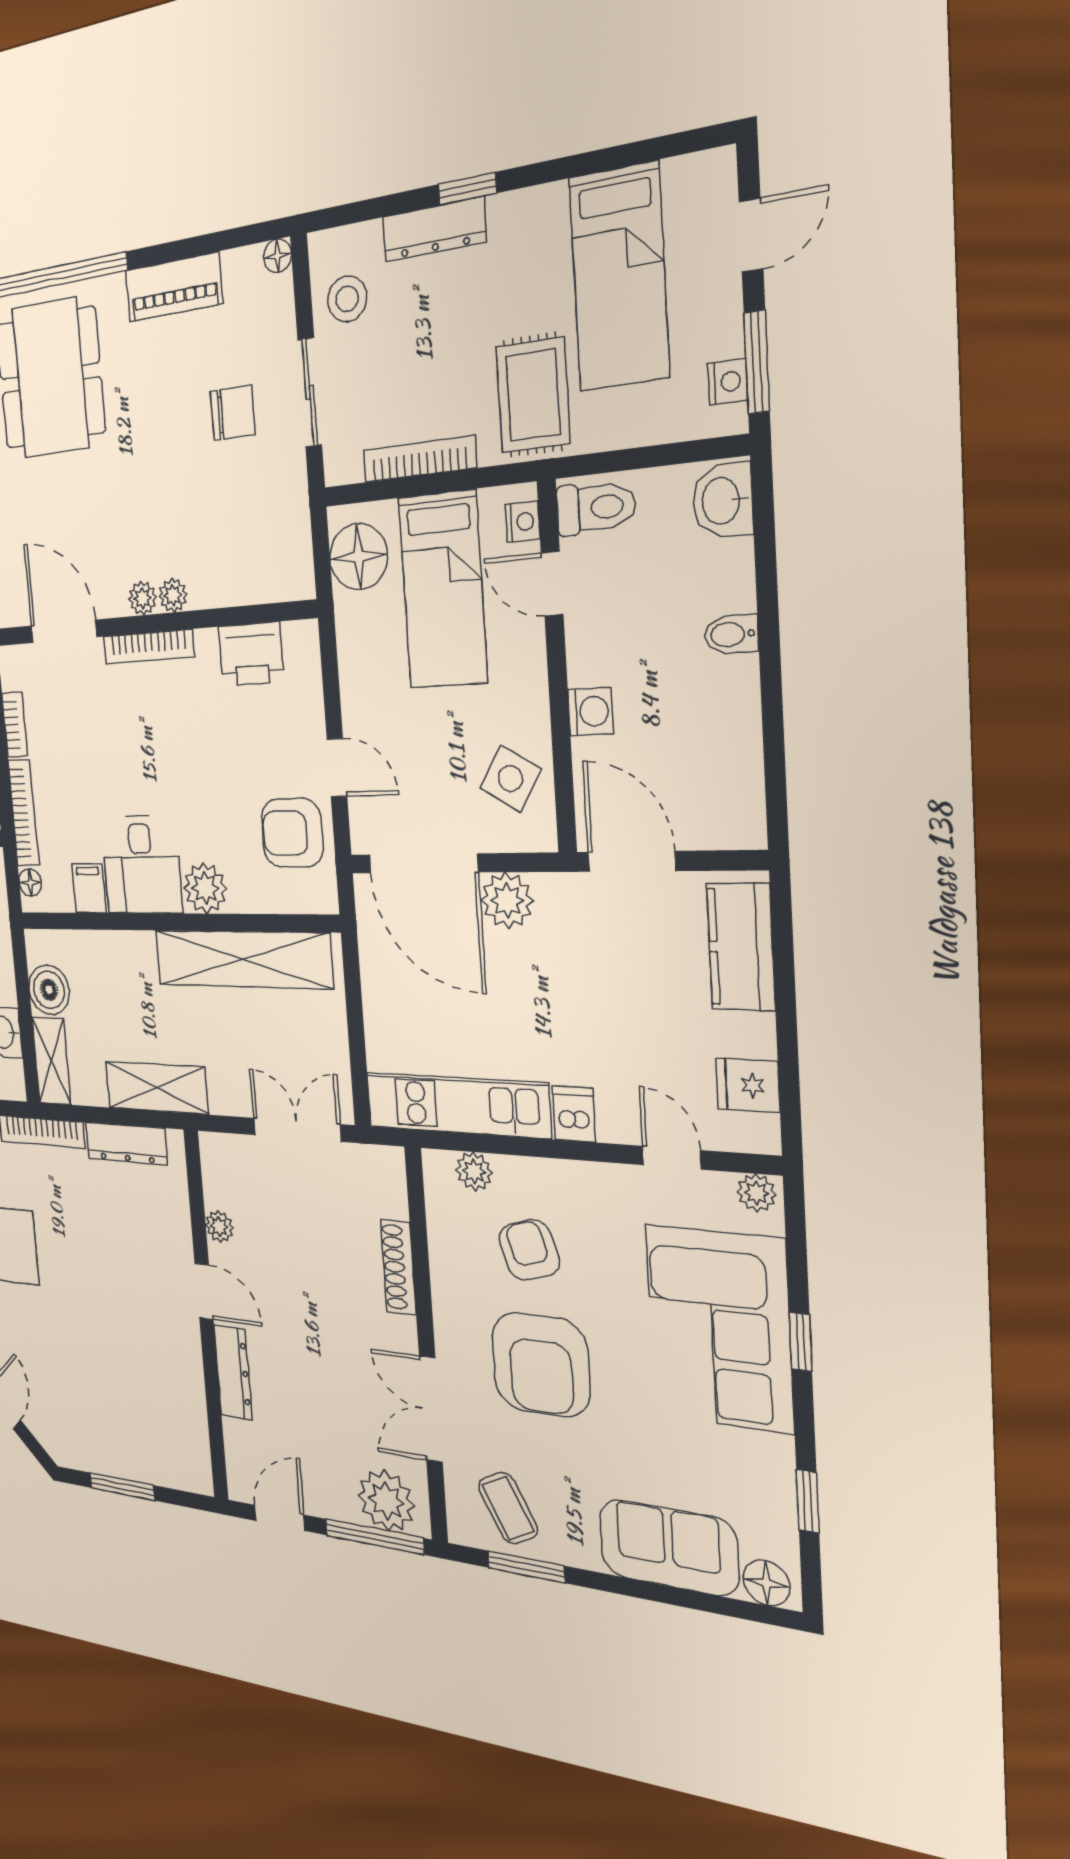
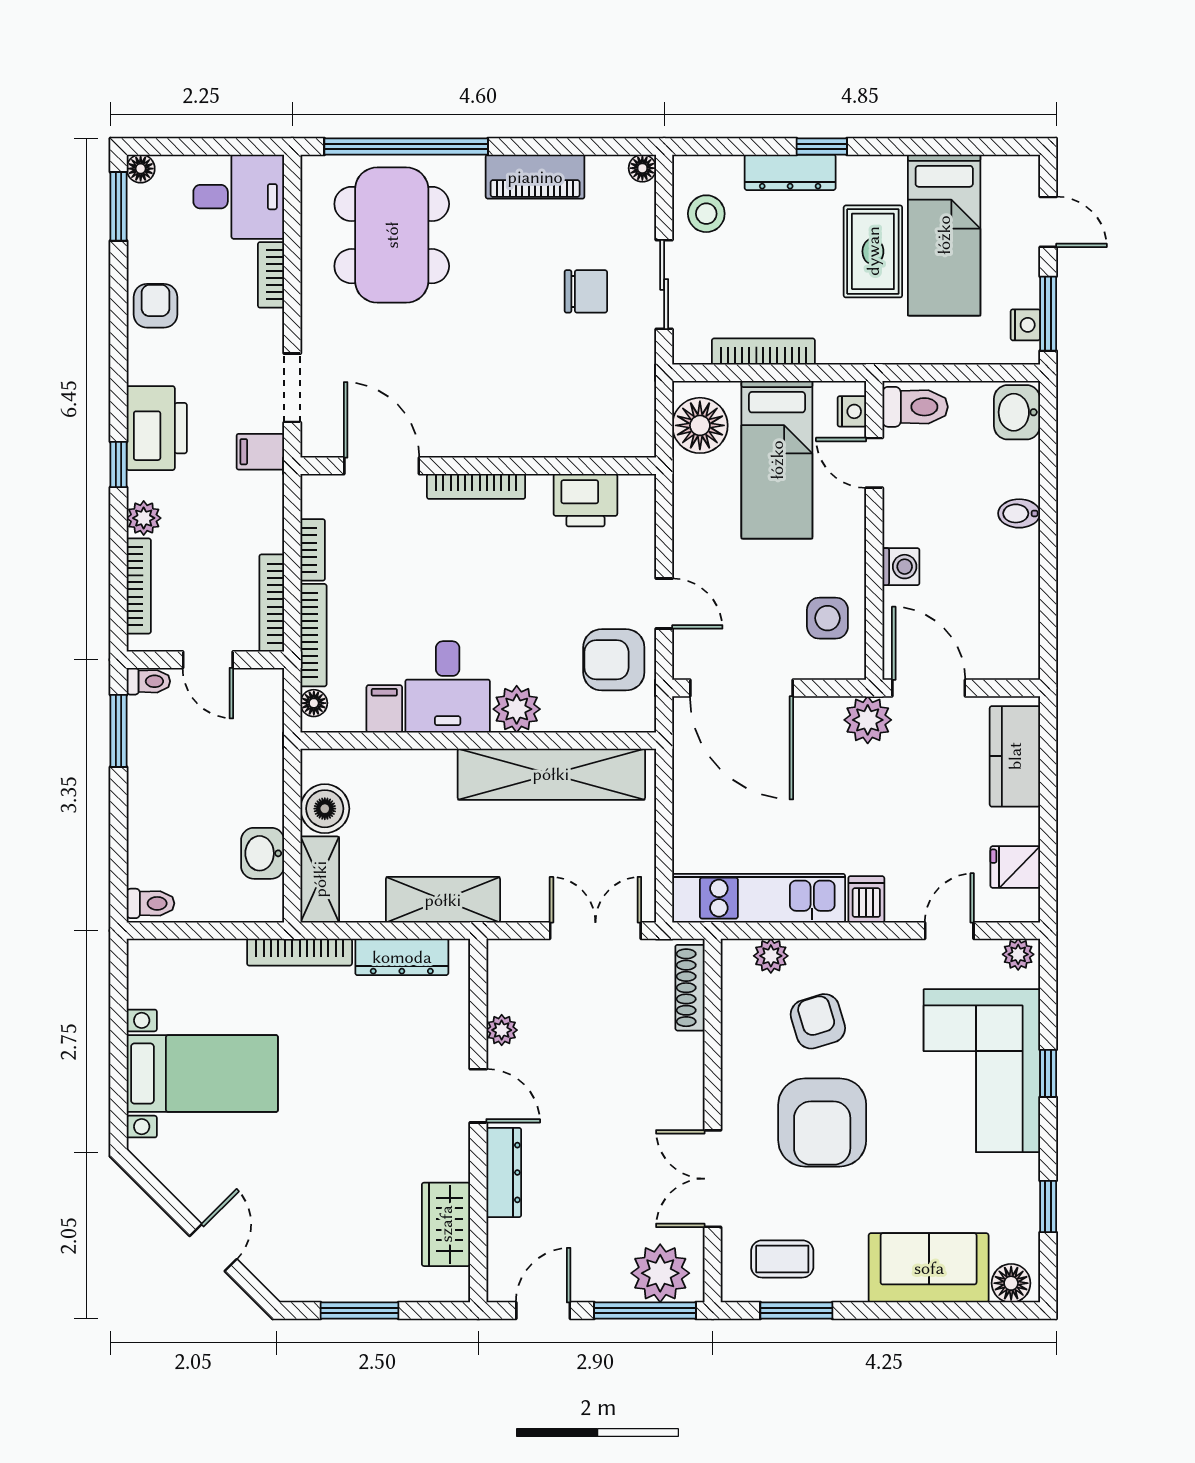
door: (751, 235) -> (1048, 222), hinge flipped
rug: (533, 395) -> (873, 251), moved
plant: (173, 595) -> (508, 443), removed
plant: (142, 598) -> (474, 442), removed
side table: (510, 778) -> (827, 618), turned -31
plant: (507, 900) -> (868, 720), moved
door: (672, 1158) -> (949, 931), hinge flipped
shoe rack: (398, 1267) -> (690, 988), moved
wardrobe: (187, 1416) -> (446, 1224), added
coffee table: (508, 1508) -> (782, 1259), turned -63

